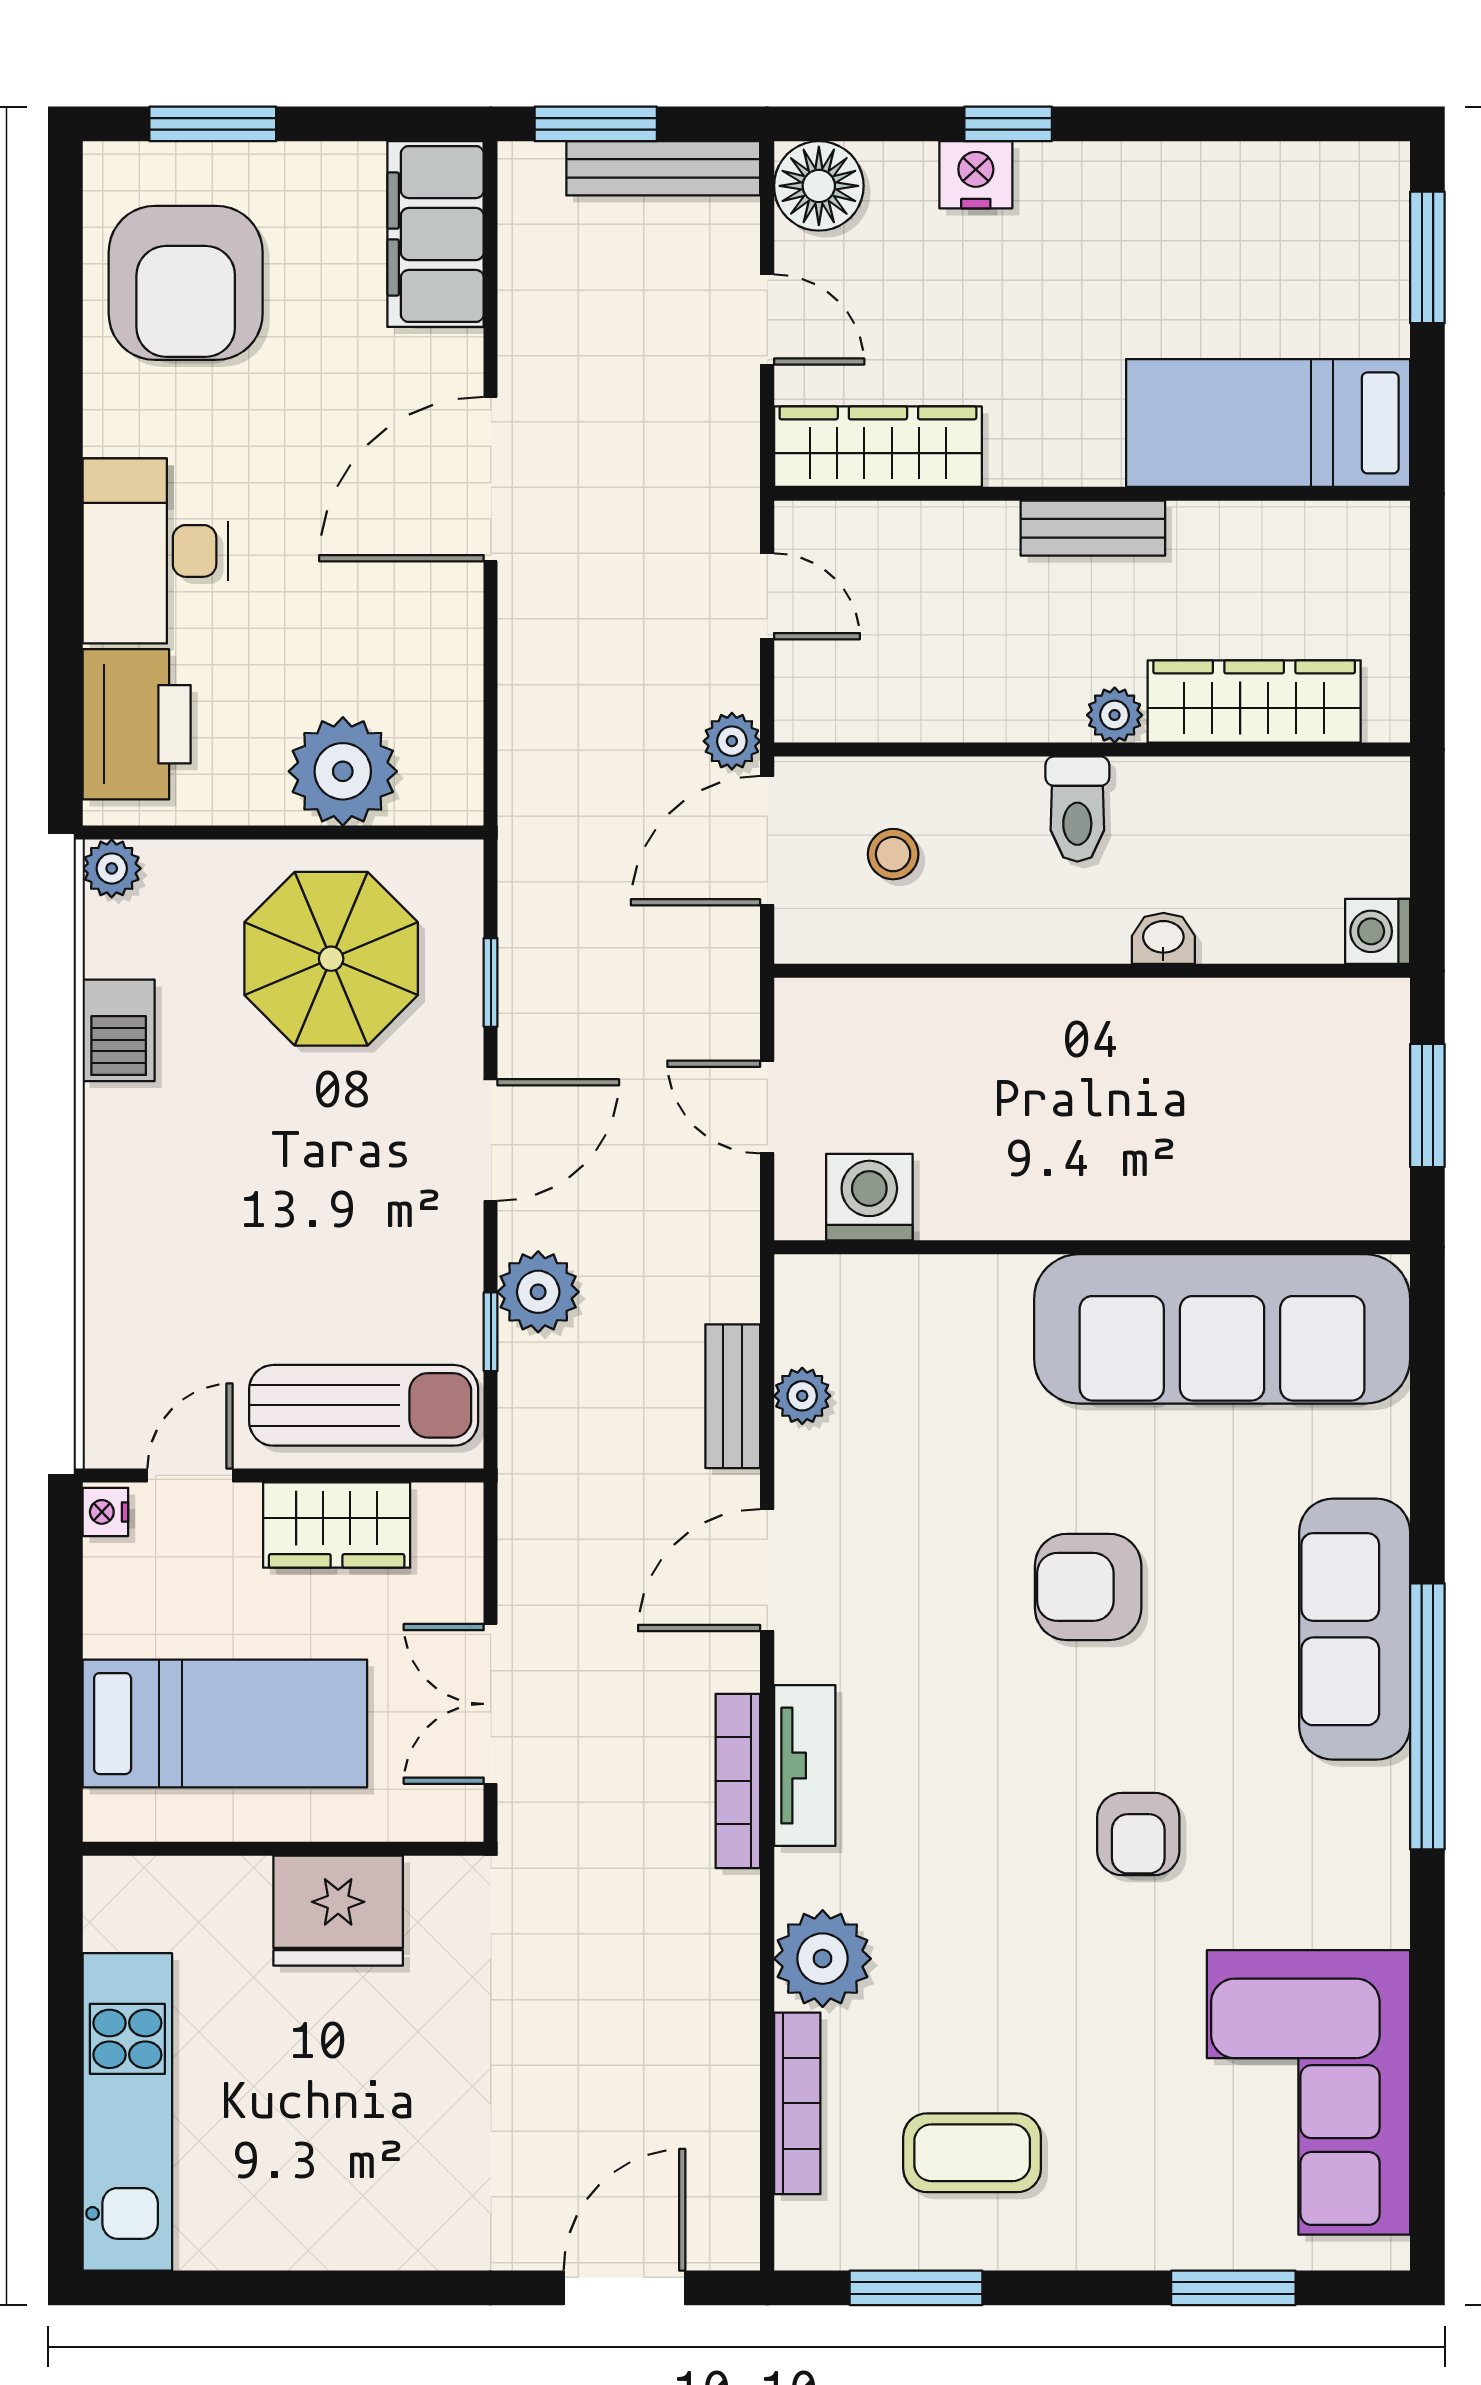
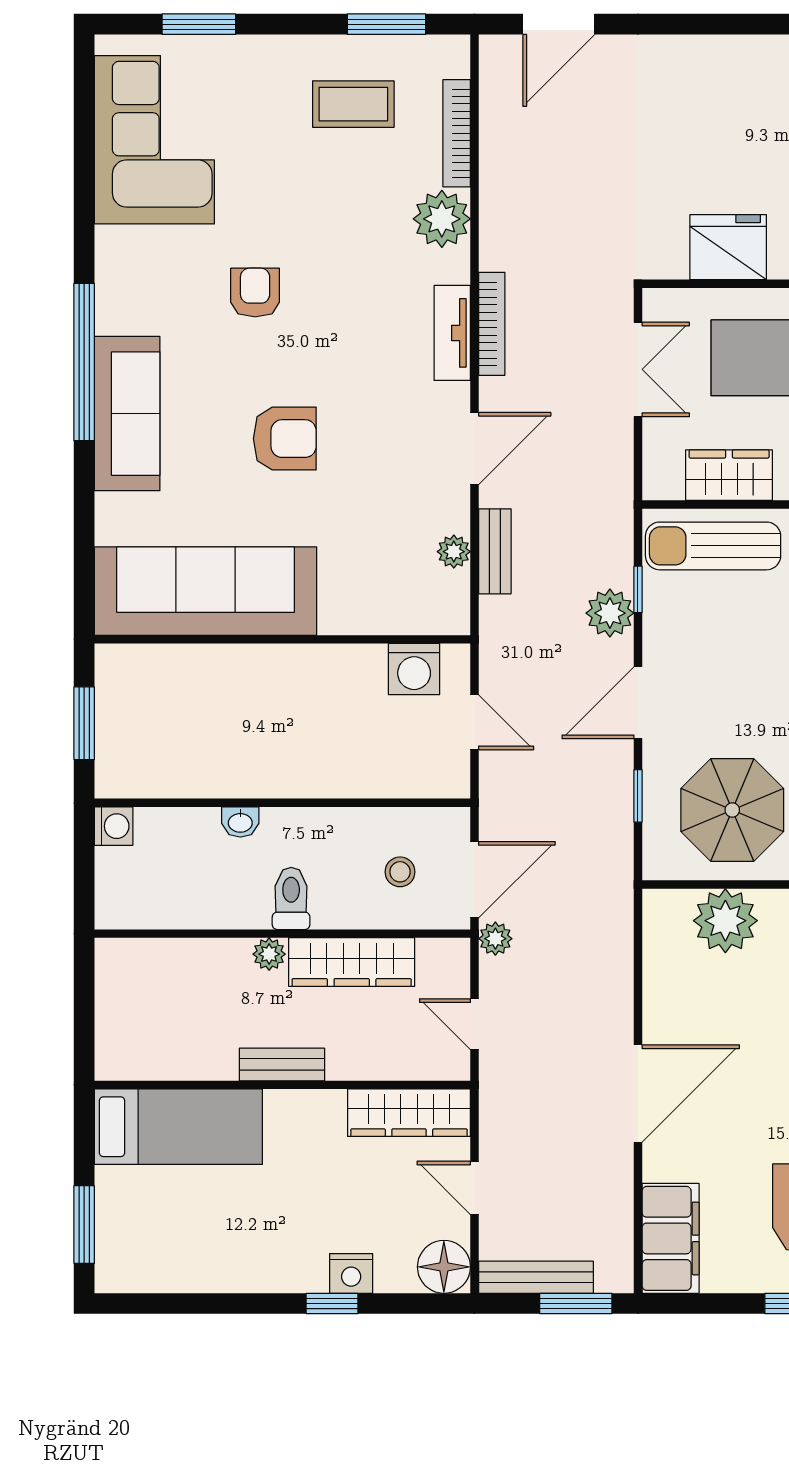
wardrobe: (1254, 701) -> (352, 962), moved

